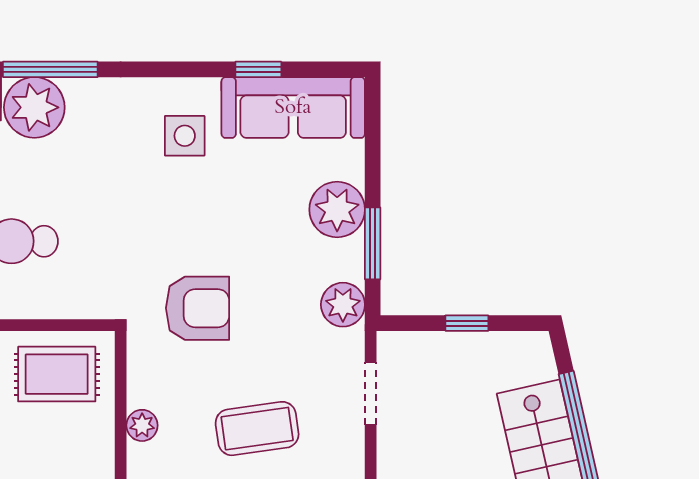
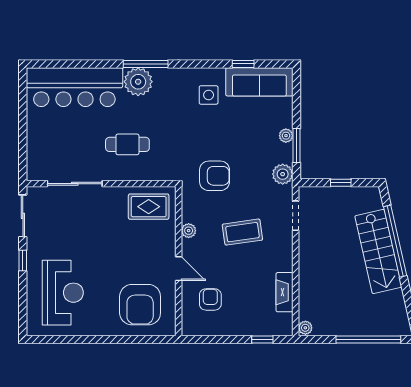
plant: (337, 210) -> (286, 136), width x0.53, depth x0.53

